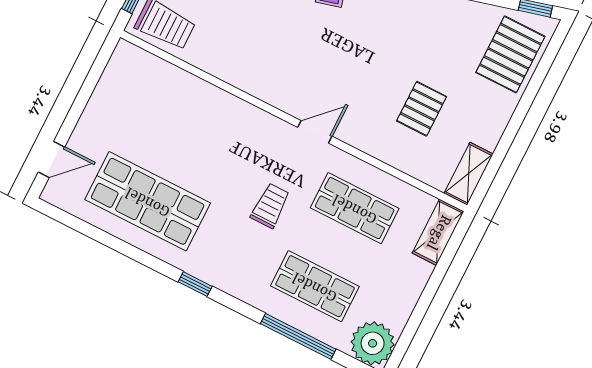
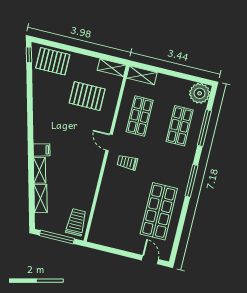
pallet: (422, 109) -> (87, 96), width x1.50, depth x1.42
trolley: (270, 206) -> (127, 162), moved
window: (195, 284) -> (192, 181), width x2.17

